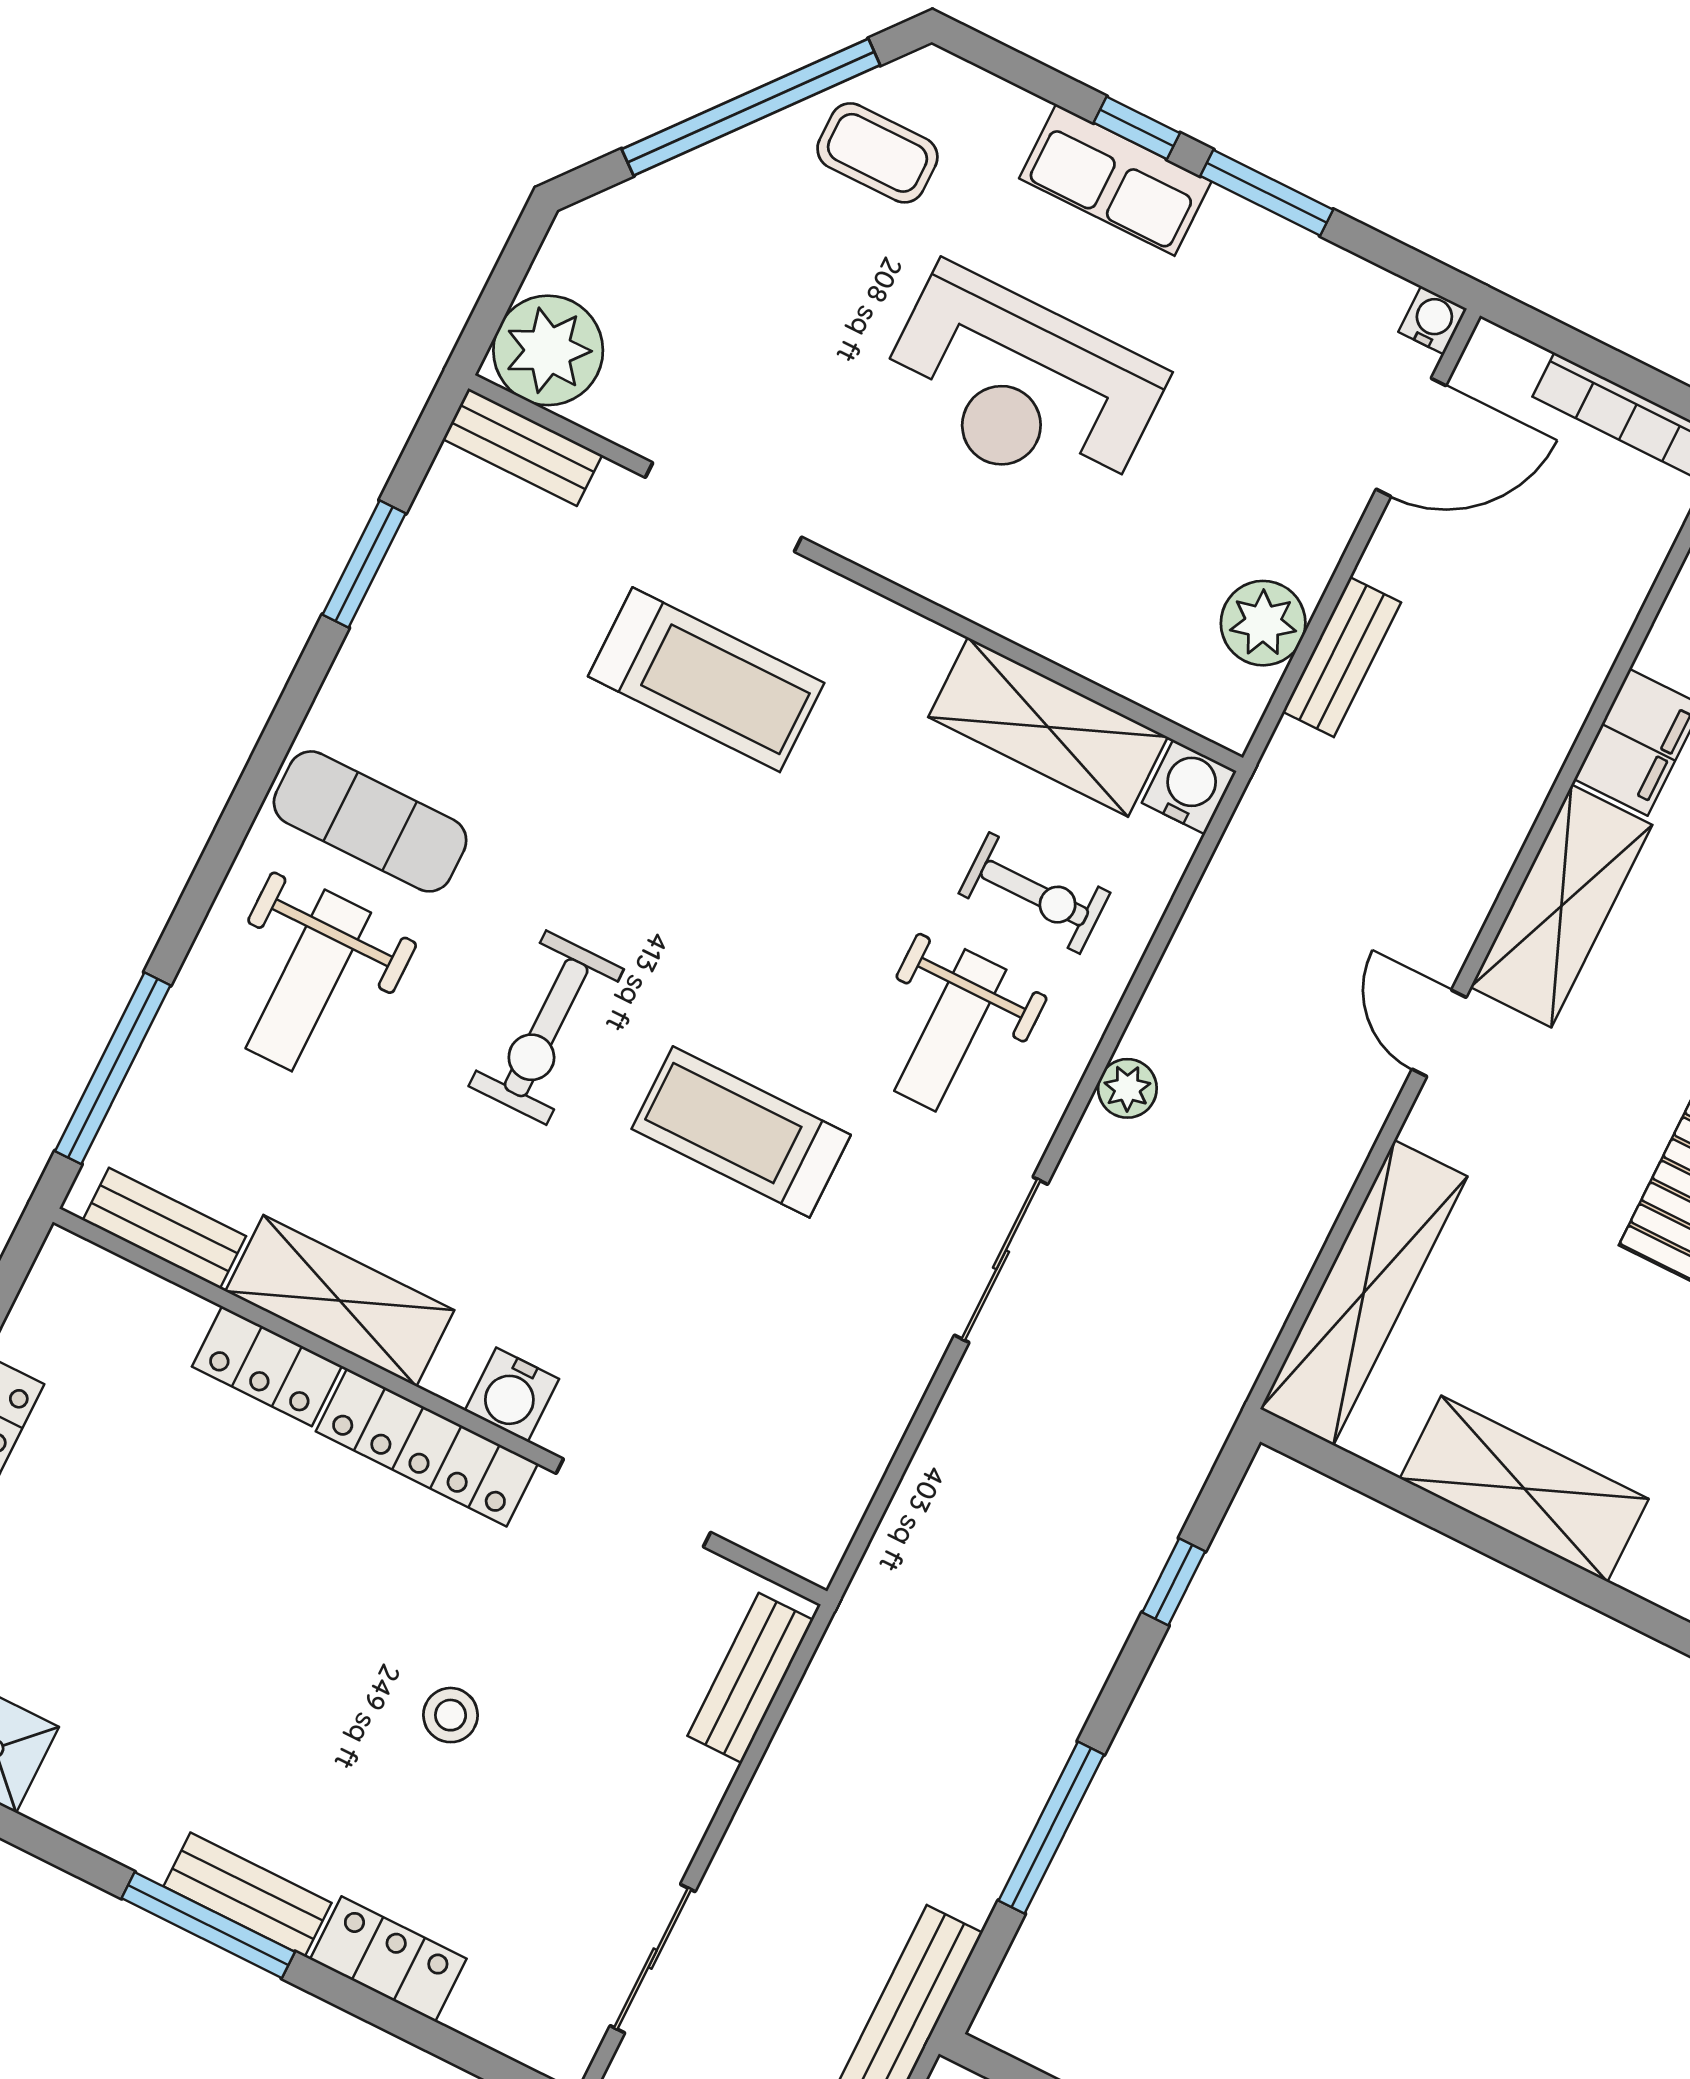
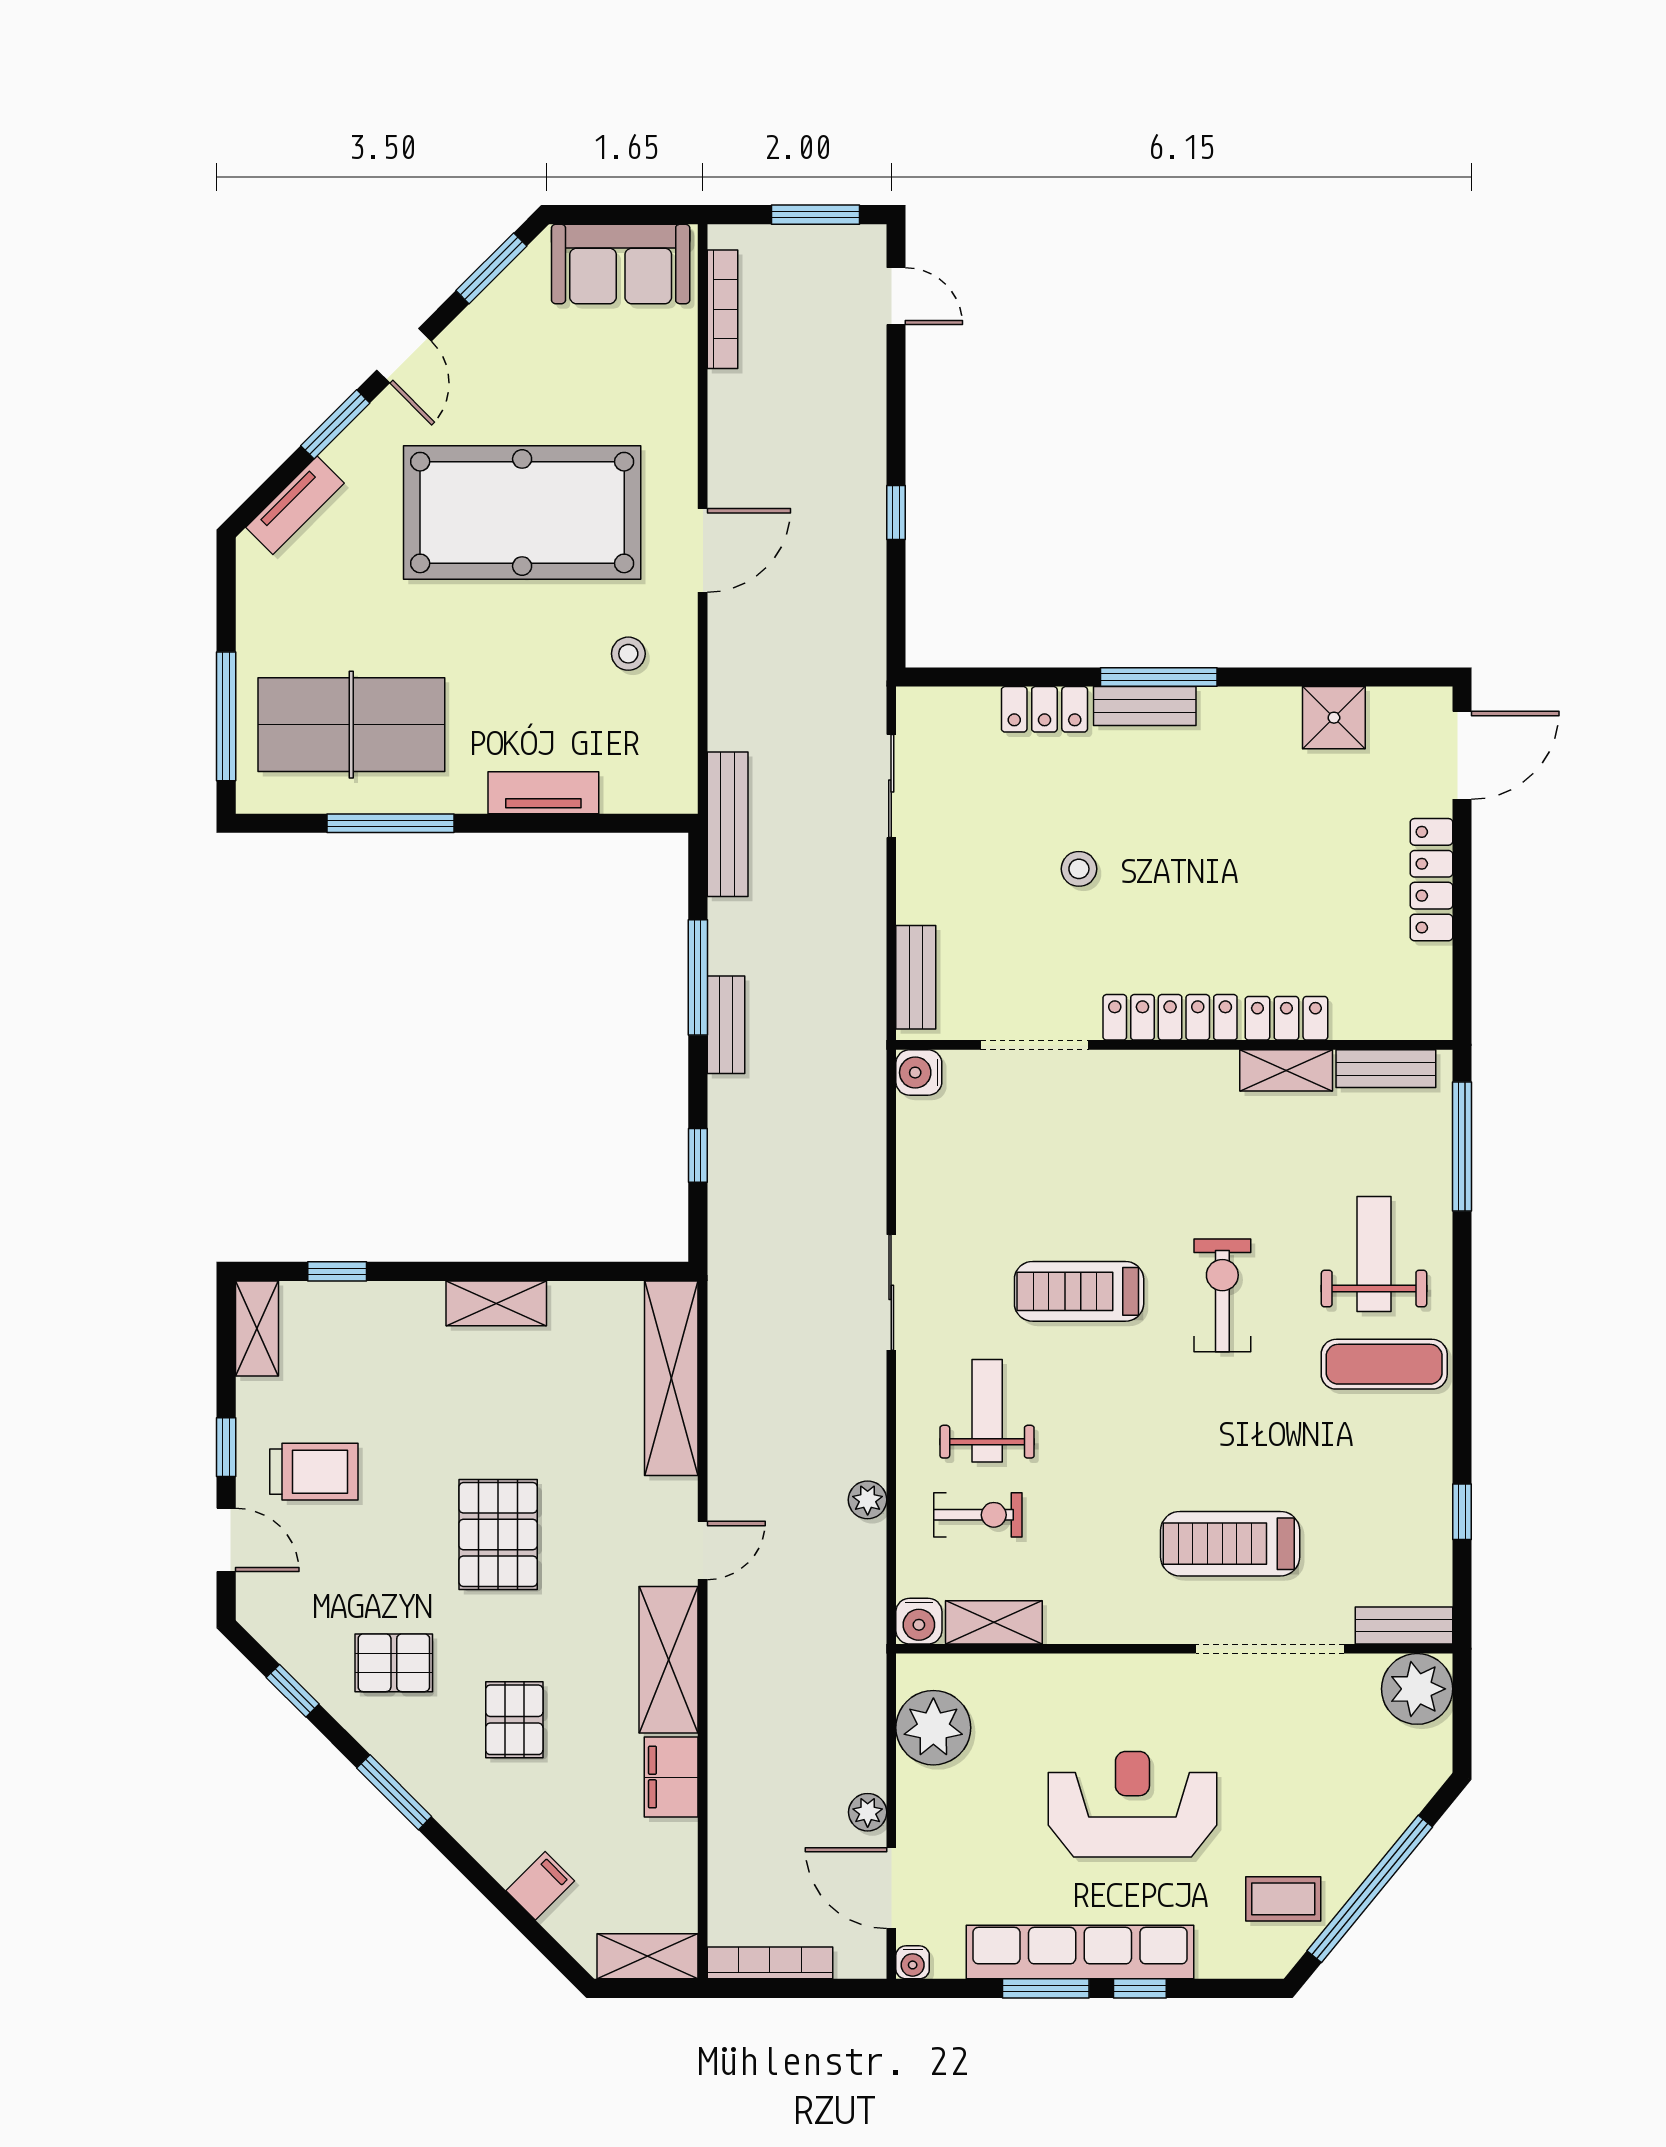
row of seats: (1115, 180) -> (1080, 1952), width x2.02
door: (1411, 437) -> (891, 1888), hinge flipped
doorway: (724, 507) -> (1270, 1649), width x1.36
plant: (1391, 558) -> (868, 1812), added
window: (364, 564) -> (1462, 1512), width x0.67
plant: (1263, 623) -> (933, 1728), width x1.36, depth x1.36
bench: (1342, 657) -> (726, 1025), moved
shelving: (1048, 727) -> (994, 1622), width x0.67, depth x0.75
exercise bike: (1035, 893) -> (978, 1515), turned 180
door: (1439, 1033) -> (703, 1550), hinge flipped
plant: (1127, 1088) -> (868, 1500), moved
treadmill: (741, 1132) -> (1079, 1291), turned 180
shelving: (340, 1301) -> (1286, 1070), width x0.67, depth x0.75
water cooler: (512, 1395) -> (919, 1073), moved, turned -90
shelving: (1524, 1489) -> (496, 1303), width x0.67, depth x0.75

